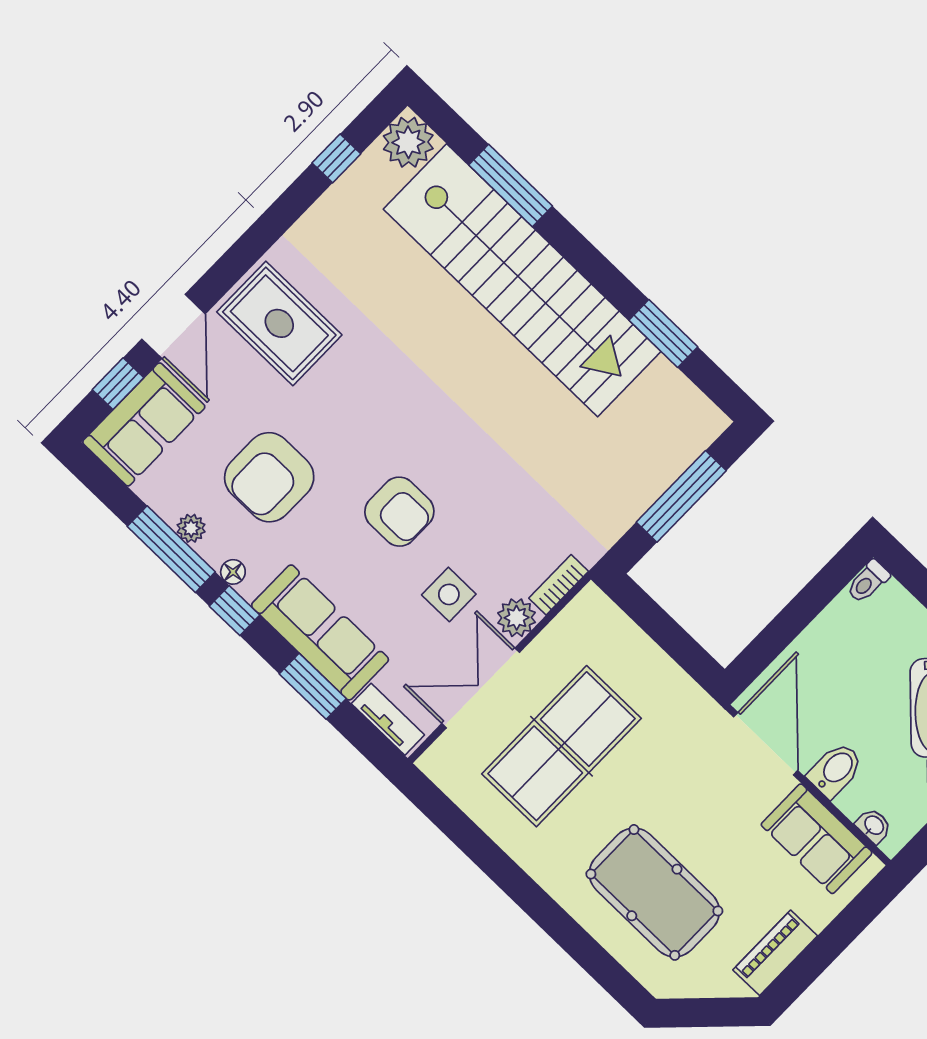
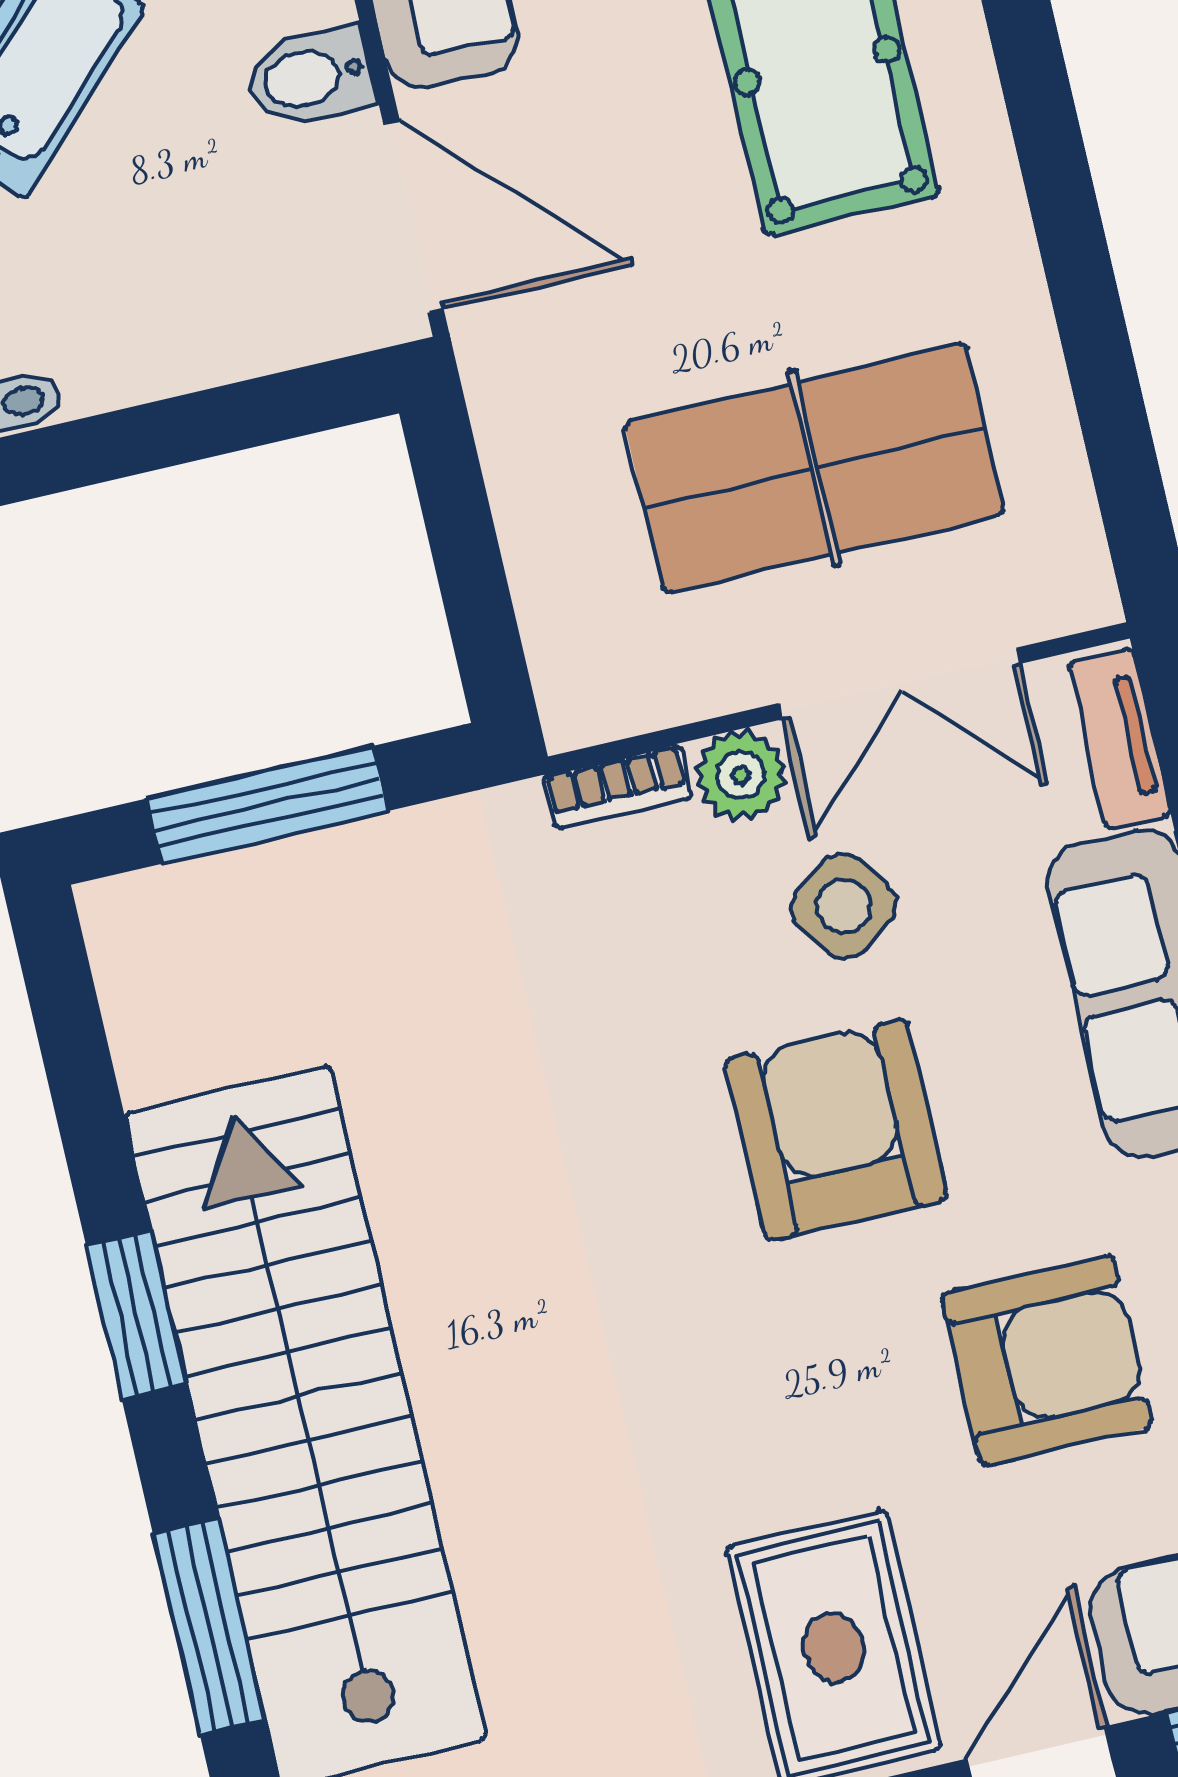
window: (663, 334) -> (137, 1315), moved
armchair: (399, 512) -> (836, 1130), width x1.36, depth x1.36
side table: (449, 594) -> (844, 906), turned -36
door: (766, 744) -> (413, 216), swing flipped

